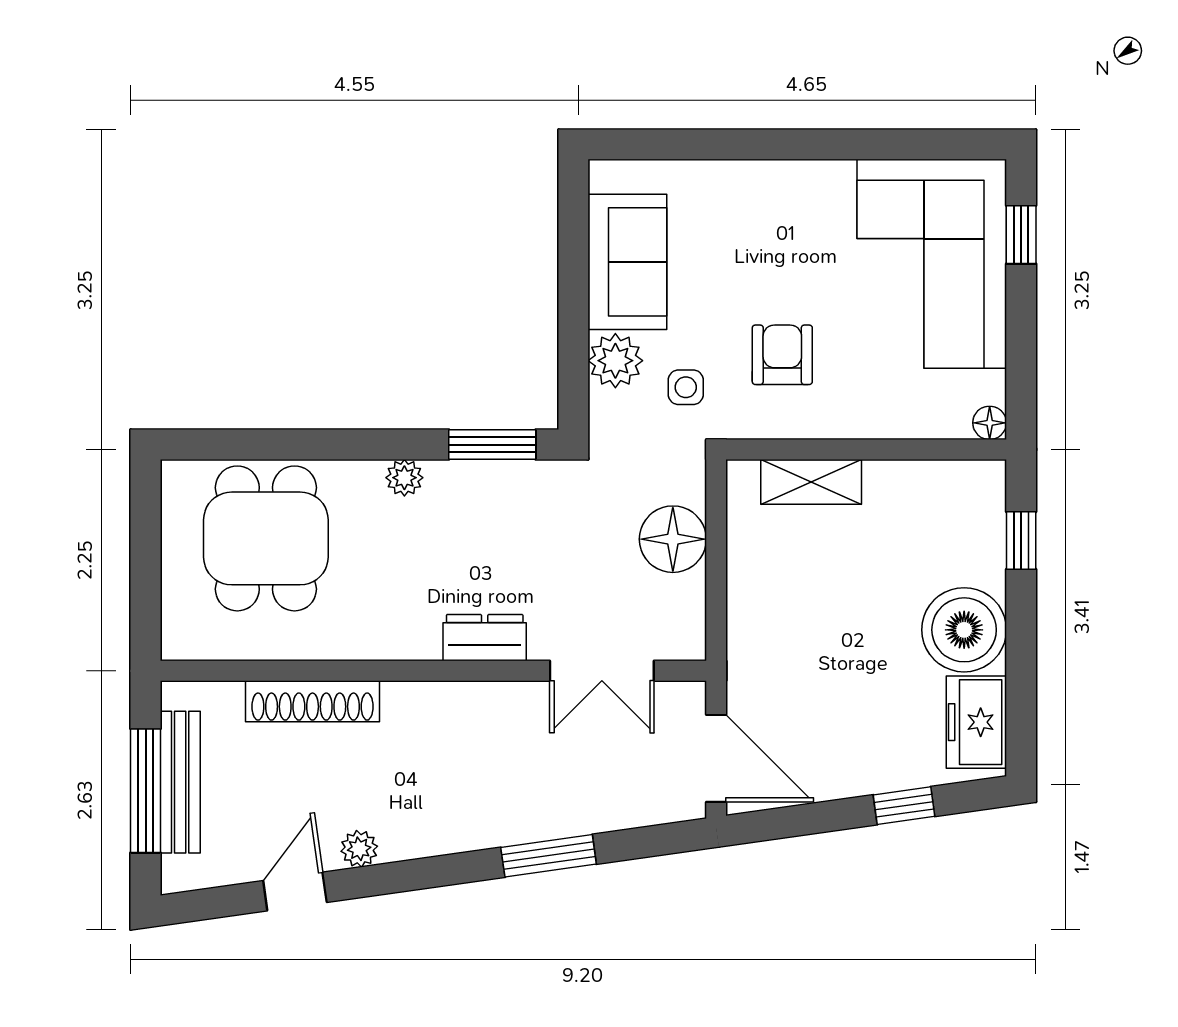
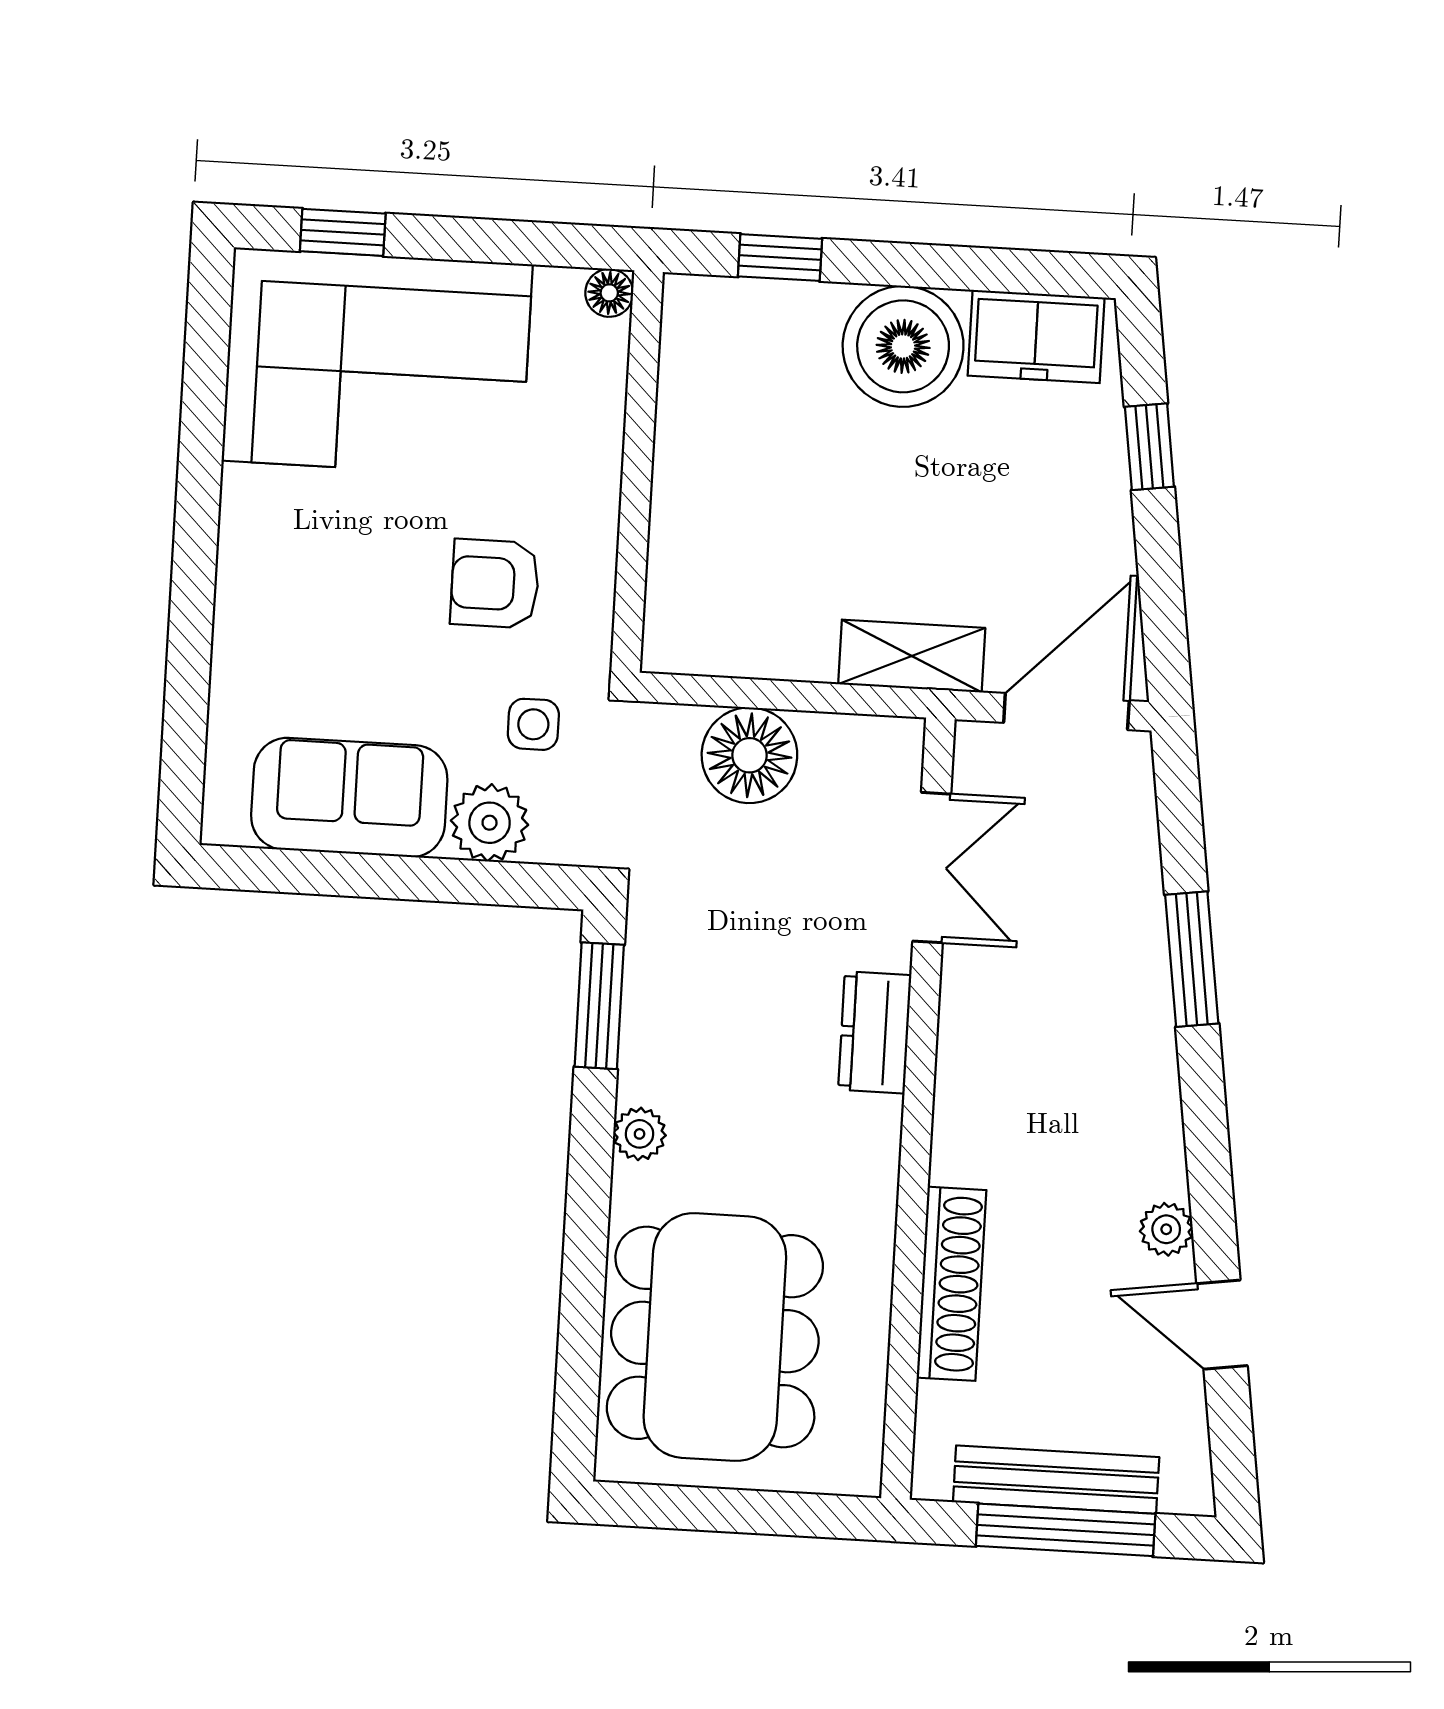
shelving: (811, 482) -> (912, 656), moved, turned 90
dining table: (266, 538) -> (715, 1337), width x1.38

